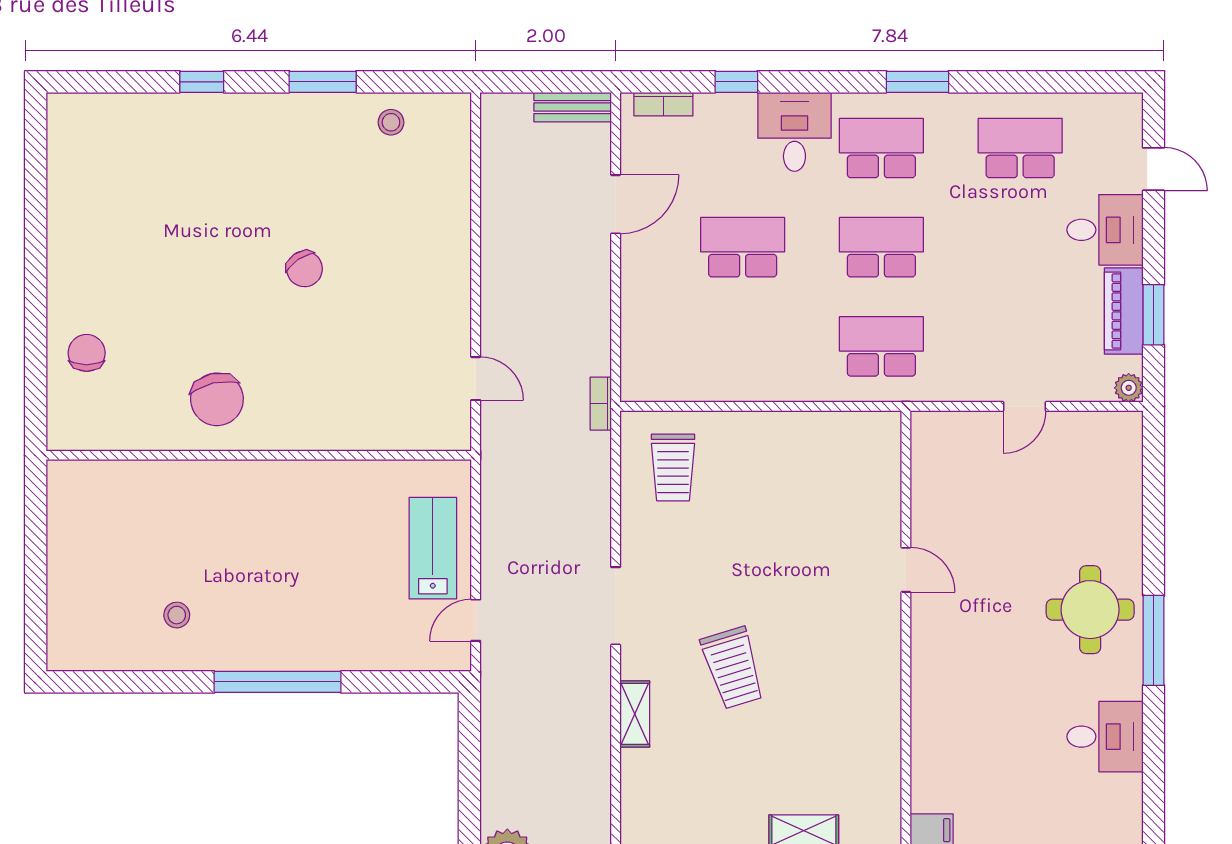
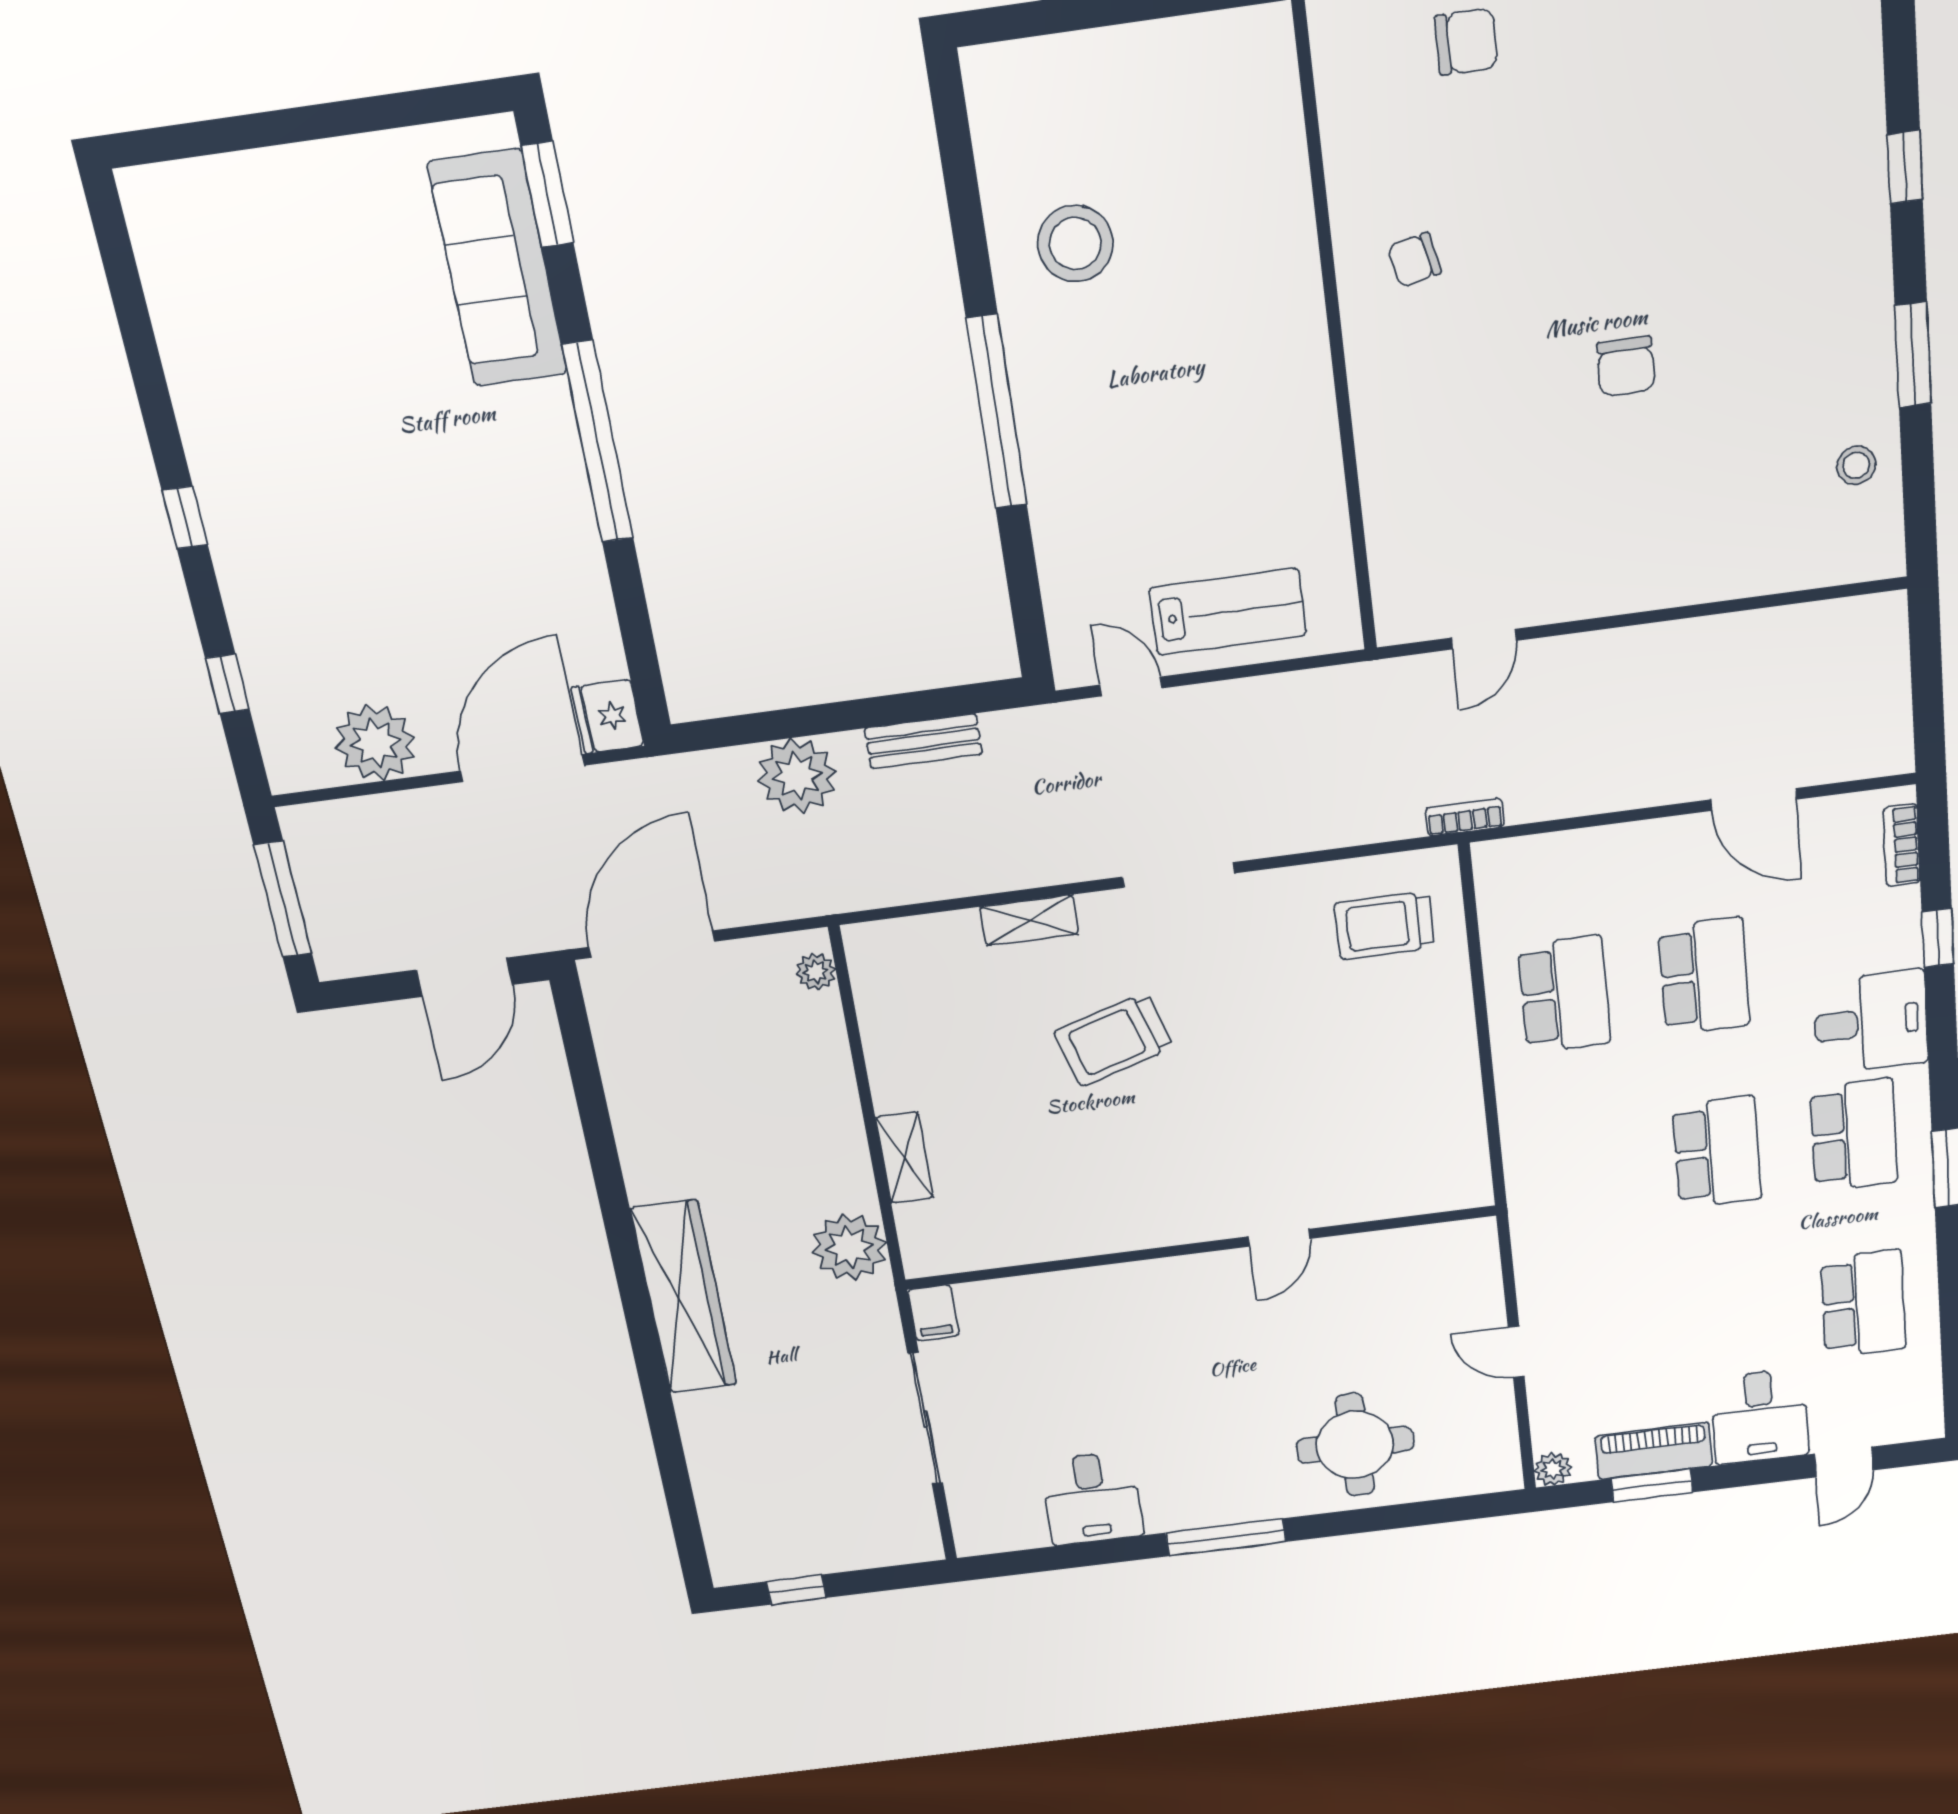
bench: (573, 107) -> (923, 741), moved, turned 90
chair: (304, 269) -> (1626, 366), turned -56
school desk: (881, 346) -> (1564, 994), moved
chair: (217, 399) -> (1414, 260), width x0.54, depth x0.54
round table: (1090, 610) -> (1355, 1445), moved
stool: (177, 615) -> (1075, 244), width x1.89, depth x1.89

